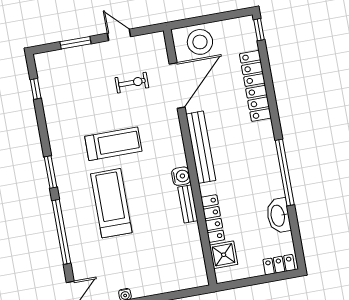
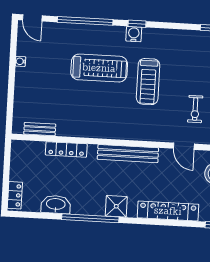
door: (177, 86) -> (184, 146), width x0.53
window: (51, 172) -> (137, 24), width x0.67
water cooler: (181, 176) -> (134, 34), moved, turned 180
bench: (188, 204) -> (40, 129), moved
shower: (224, 255) -> (116, 206), moved

